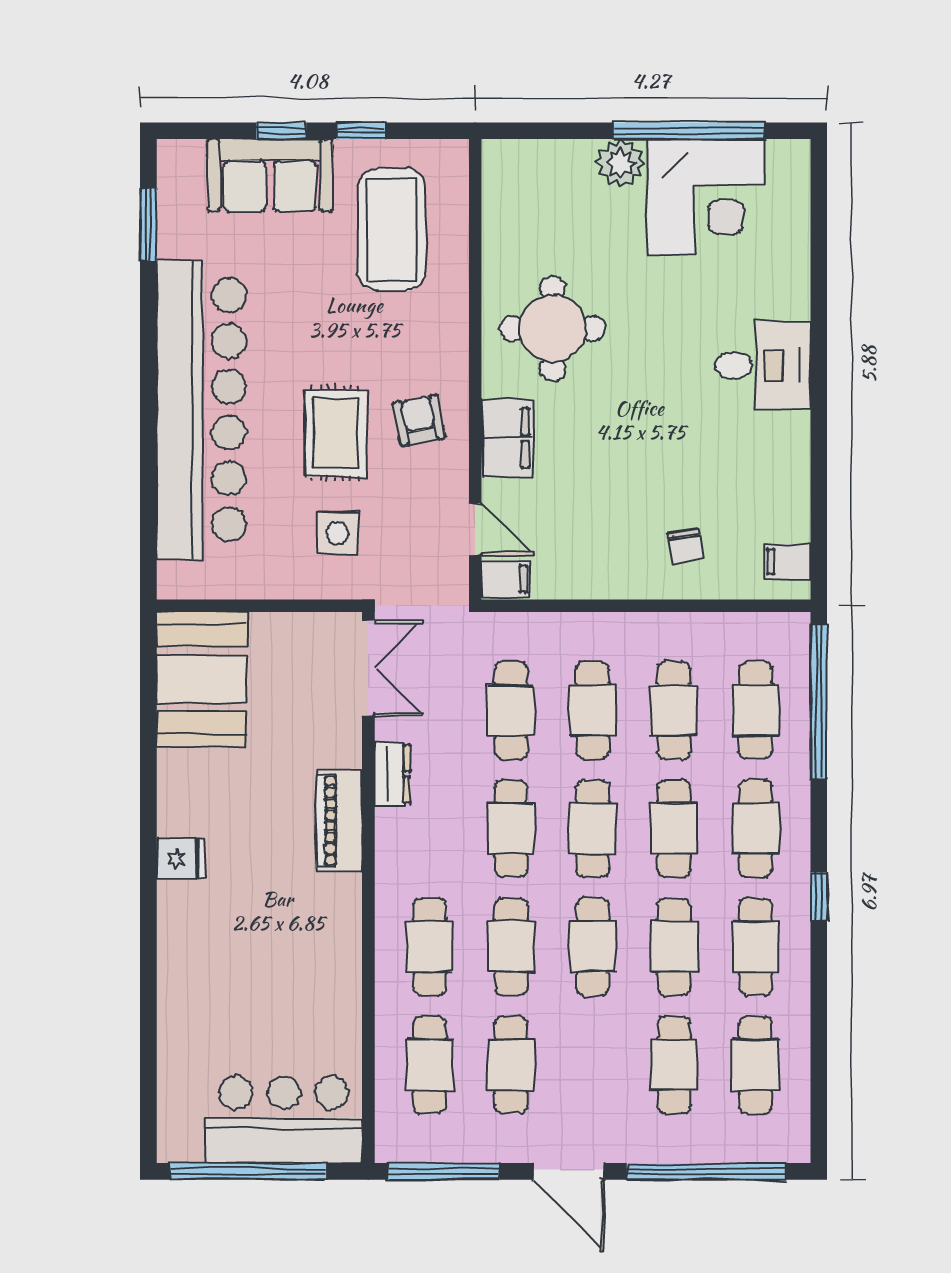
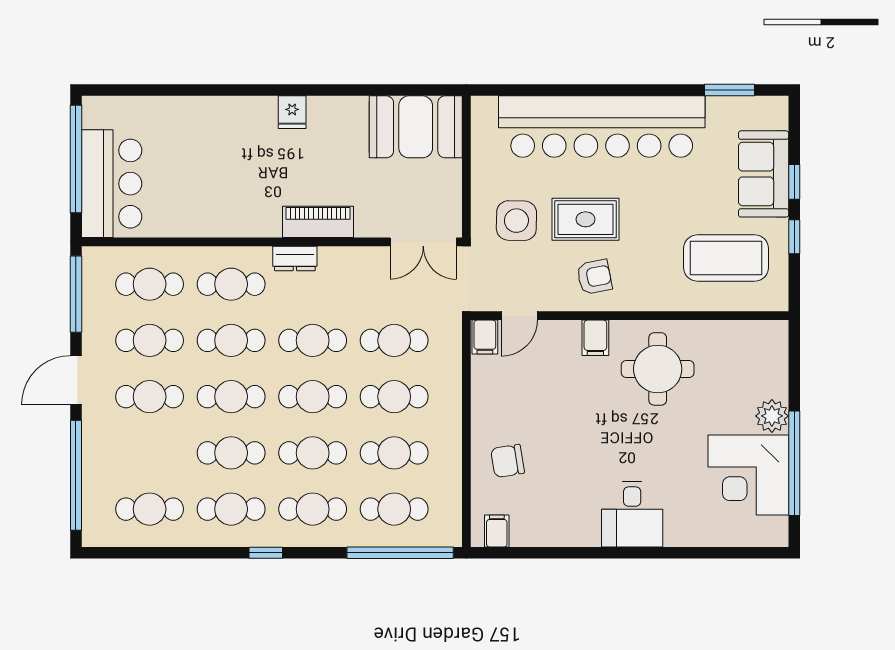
filing cabinet: (507, 438) -> (595, 338), width x0.50
side table: (337, 533) -> (516, 221), width x1.37, depth x1.37
chair: (686, 546) -> (508, 461), width x1.37, depth x1.37
dresser: (392, 774) -> (295, 258), moved
cafe table: (674, 1065) -> (150, 397), moved

